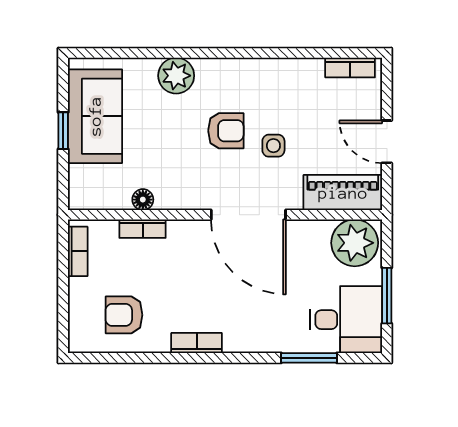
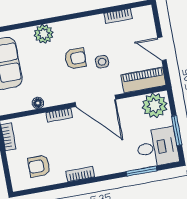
bookcase: (350, 68) -> (118, 16), moved
bookcase: (143, 229) -> (59, 115), moved

